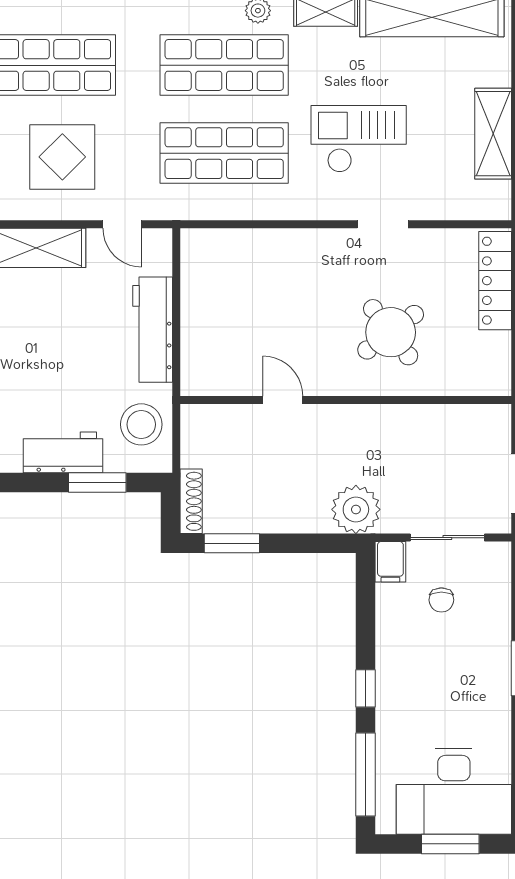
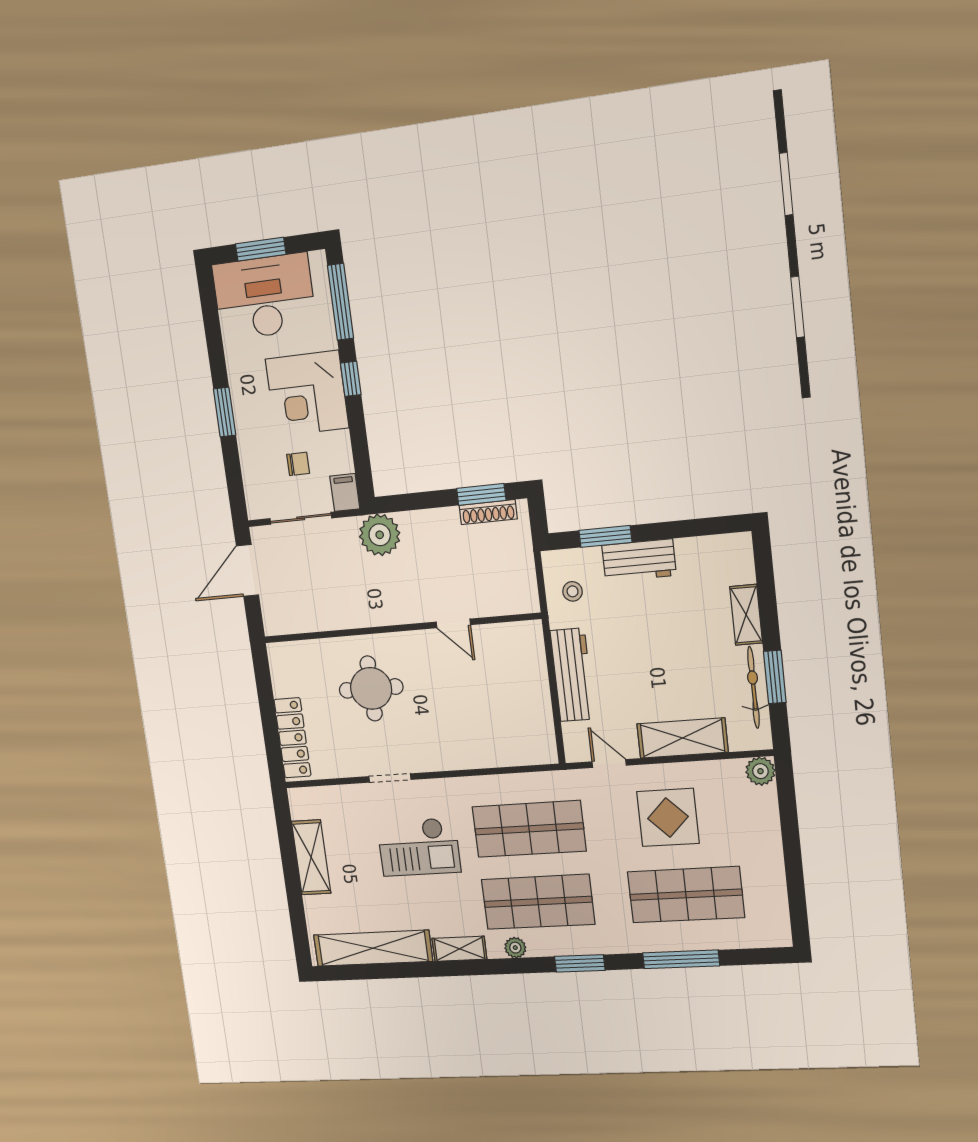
round table: (391, 332) -> (371, 688), turned 37
stool: (141, 424) -> (573, 591), width x0.53, depth x0.53
shoe rack: (191, 501) -> (488, 512), moved, turned -90
chair: (441, 600) -> (298, 464), turned 90
corner desk: (419, 678) -> (307, 393), added

